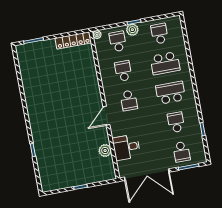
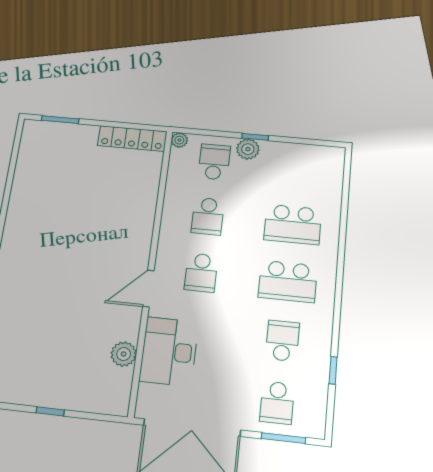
school desk: (160, 34) -> (297, 170), removed
school desk: (123, 71) -> (208, 216), turned 180
school desk: (171, 93) -> (288, 281), turned 180
desk: (126, 147) -> (169, 351), width x1.37

